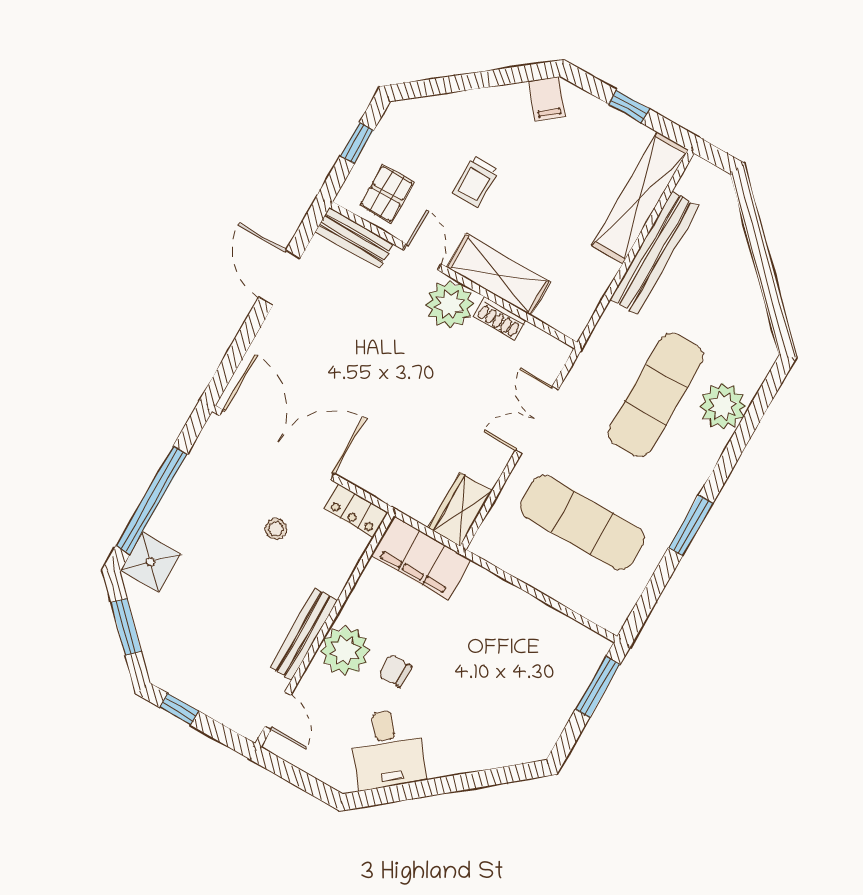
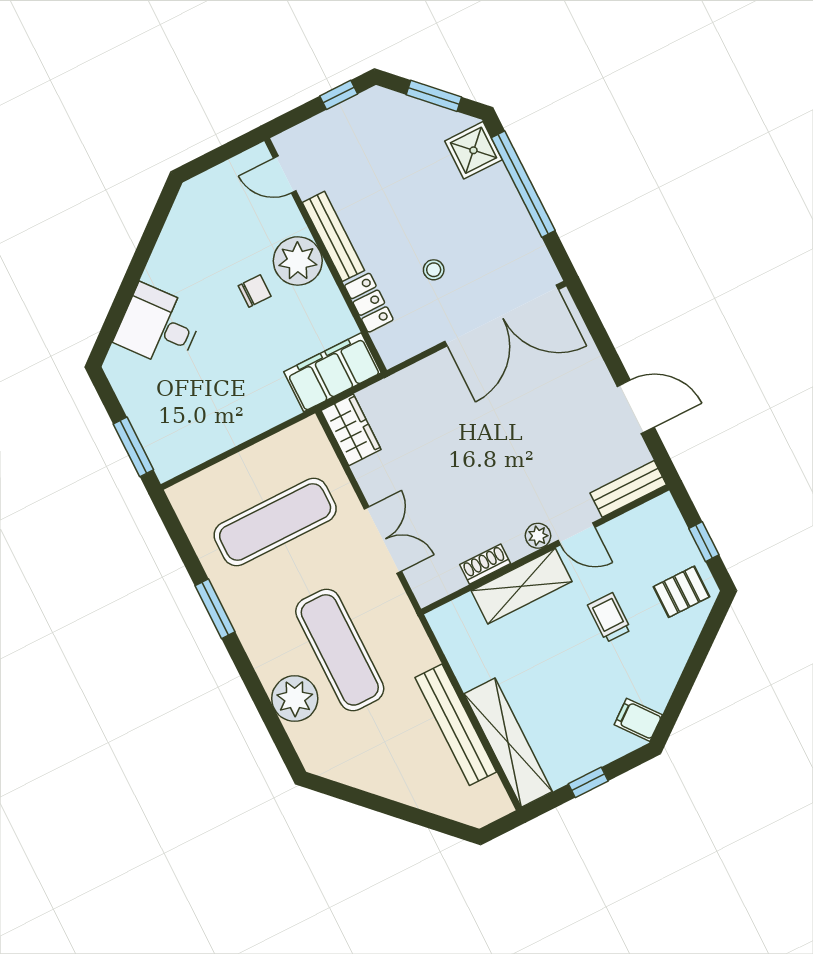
pallet: (387, 194) -> (681, 592), moved, turned 90
plant: (450, 304) -> (538, 536), width x0.53, depth x0.53
locker: (356, 511) -> (369, 303), moved, turned 90
desk: (387, 749) -> (159, 326), moved

